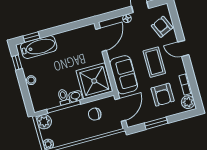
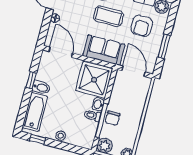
window: (31, 37) -> (31, 80), moved
bidet: (62, 40) -> (41, 88), added
armchair: (163, 95) -> (142, 26), turned 90
chair: (95, 114) -> (113, 118), moved

